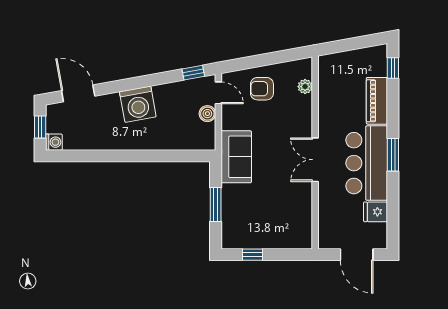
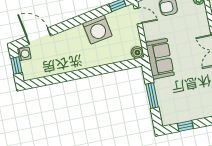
washing machine: (138, 104) -> (97, 30), moved
boiler: (207, 114) -> (137, 53), moved
washing machine: (54, 142) -> (24, 54), moved

